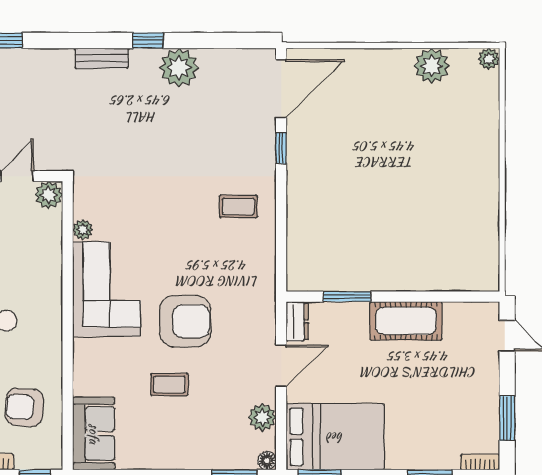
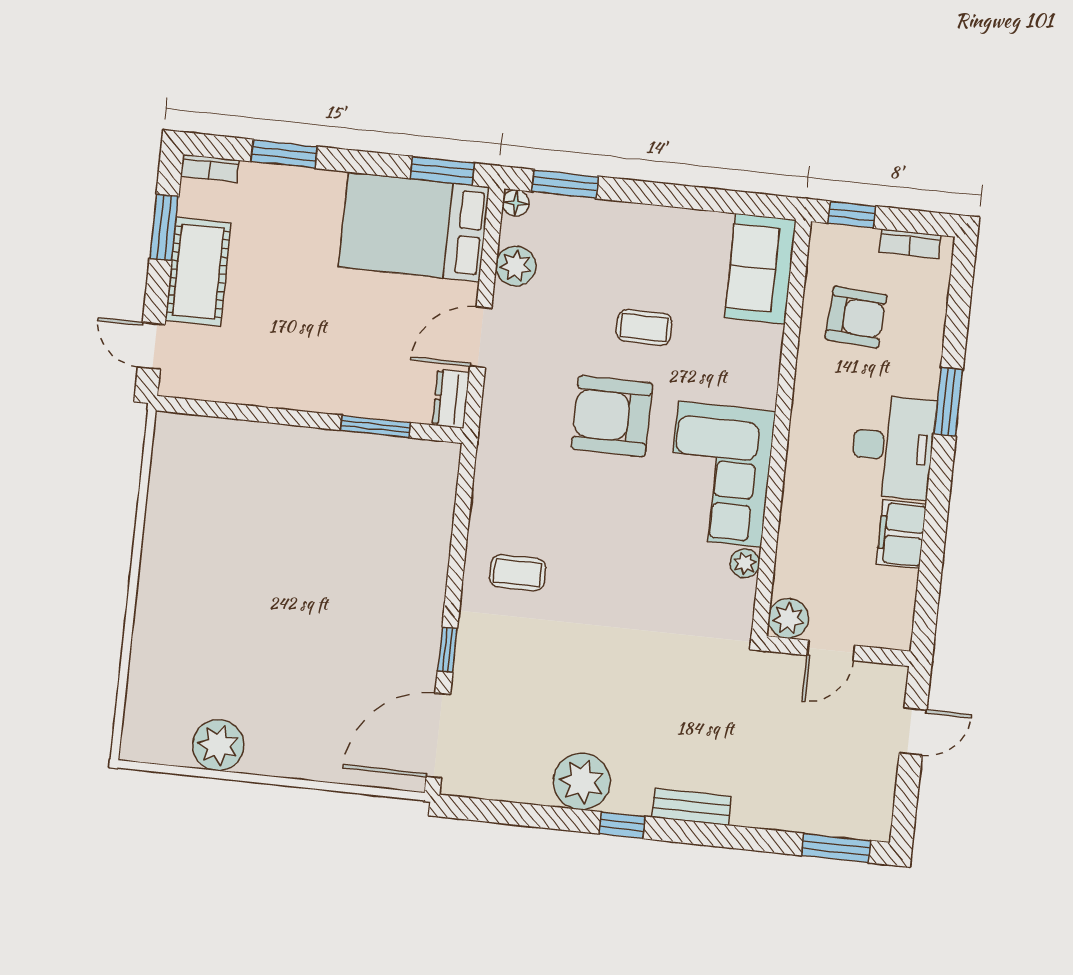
plant: (489, 59) -> (135, 747), removed
cot: (406, 321) -> (198, 272), moved, turned 90

